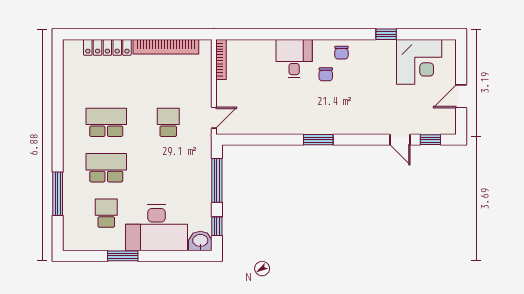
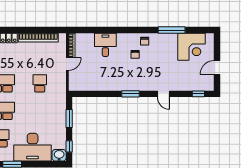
window: (386, 34) -> (172, 30), width x2.17
desk: (294, 59) -> (105, 45), moved
door: (214, 118) -> (67, 64), moved
door: (400, 140) -> (163, 94), moved
window: (217, 180) -> (69, 119), width x0.69

